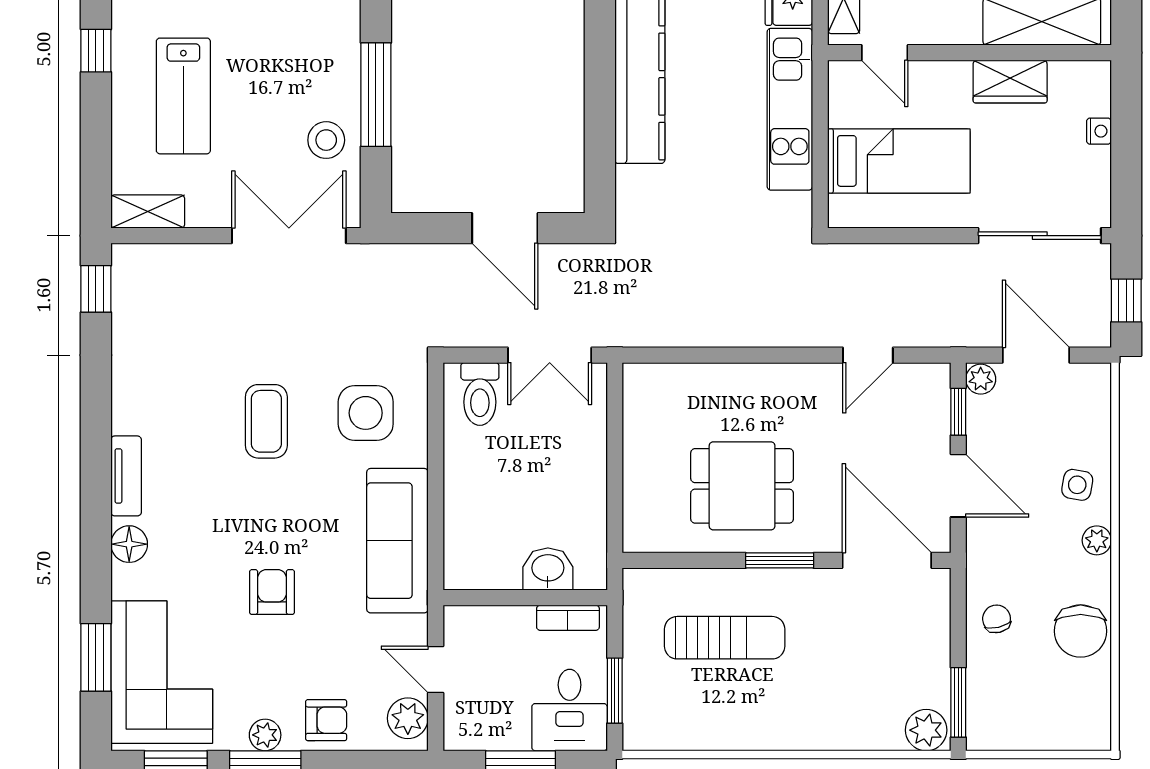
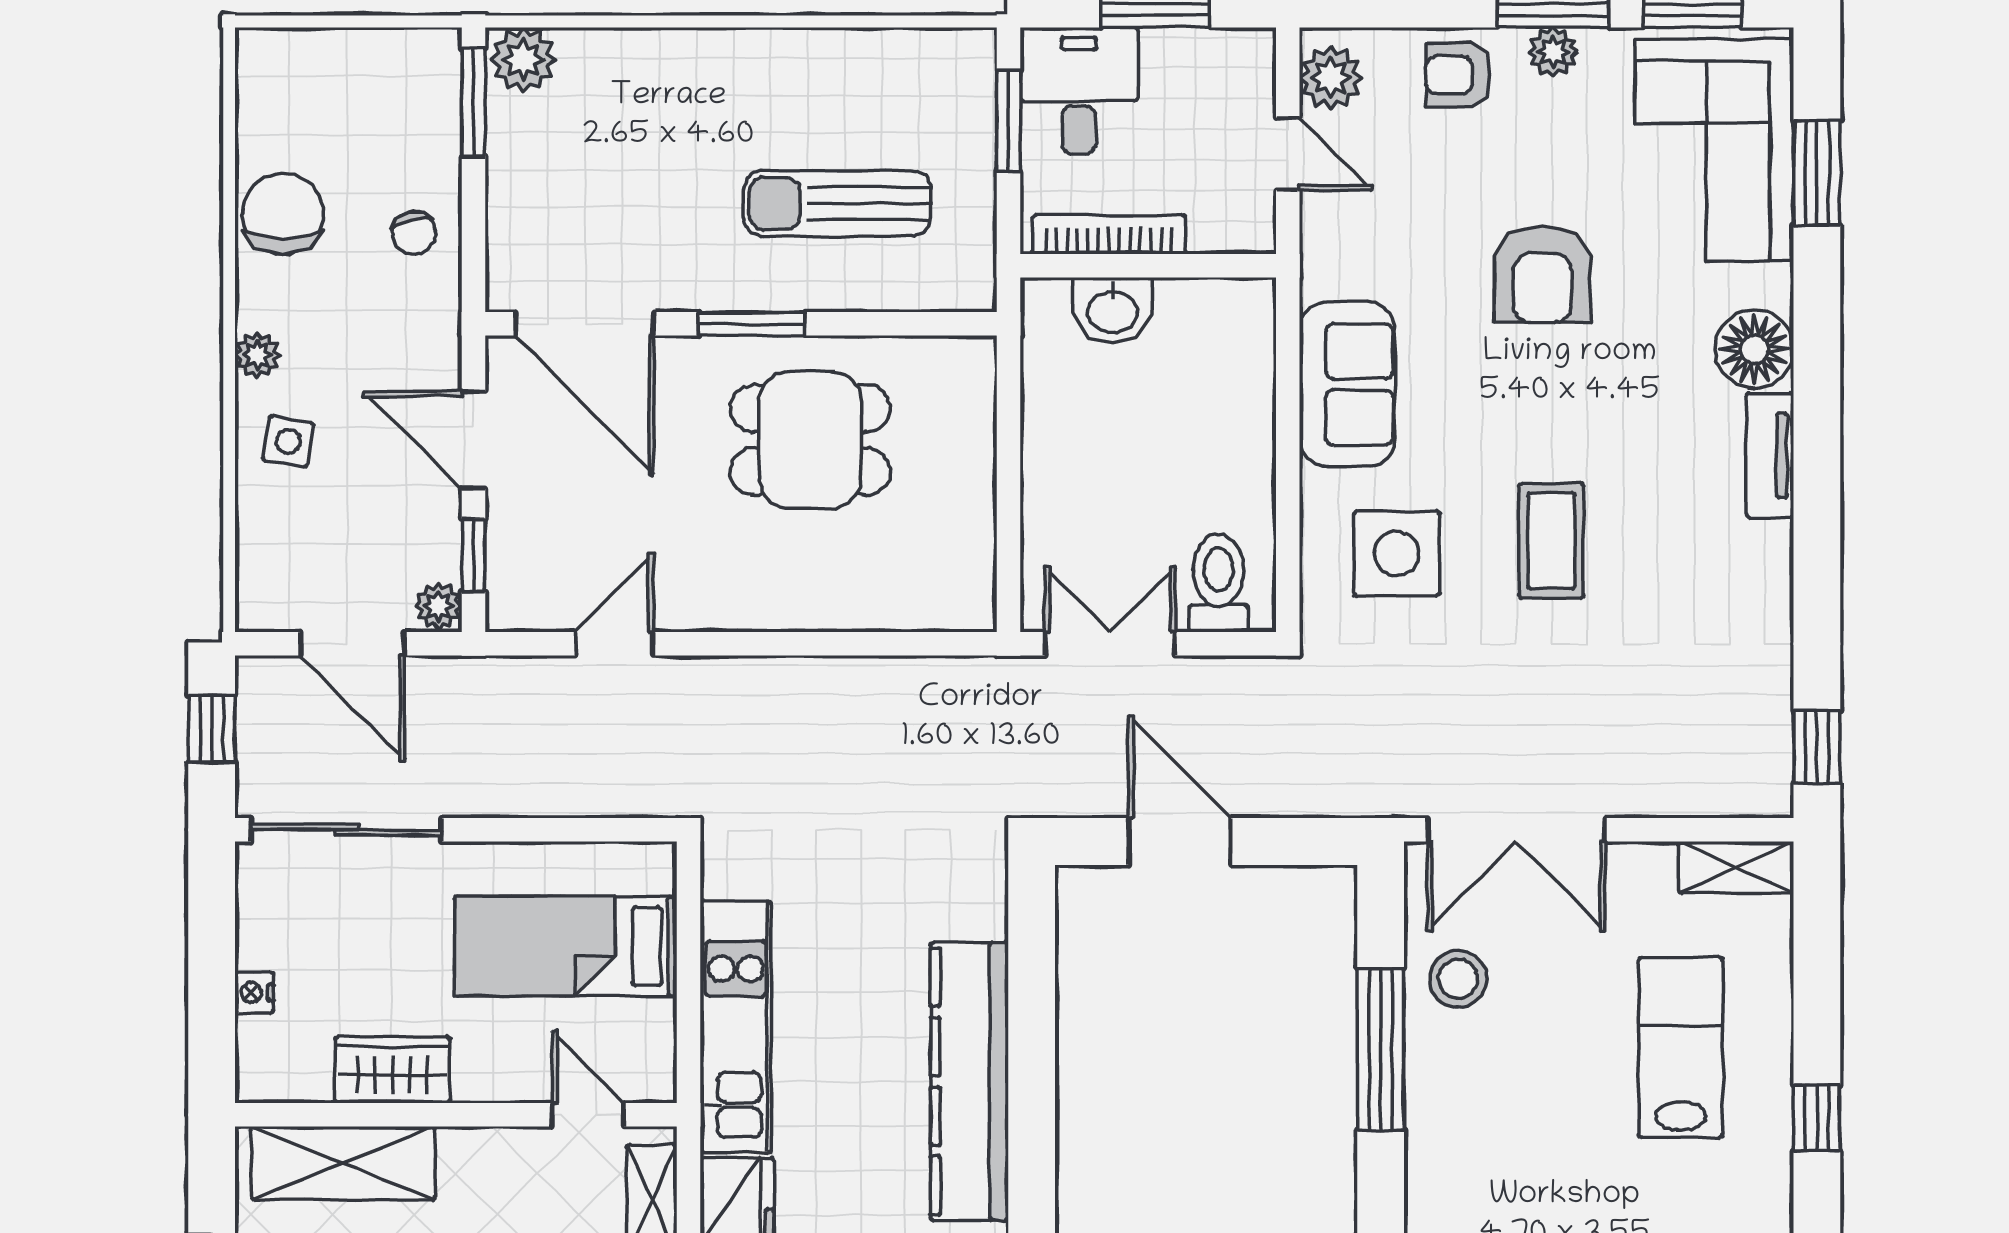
sofa: (397, 541) -> (1347, 384), width x0.73
floor lamp: (129, 544) -> (1754, 349), width x1.38, depth x1.38
armchair: (272, 592) -> (1542, 275), width x1.38, depth x1.38
bookcase: (568, 618) -> (1109, 234), width x1.56

